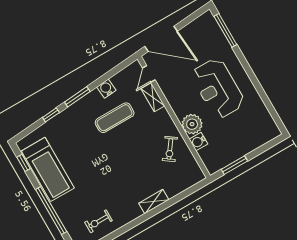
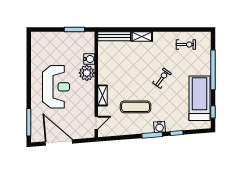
door: (161, 39) -> (59, 142), moved
water cooler: (106, 89) -> (160, 127), moved
shelving: (153, 97) -> (102, 95), moved
exercise bike: (170, 149) -> (162, 78), moved
bench: (185, 183) -> (114, 36), added

